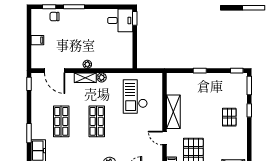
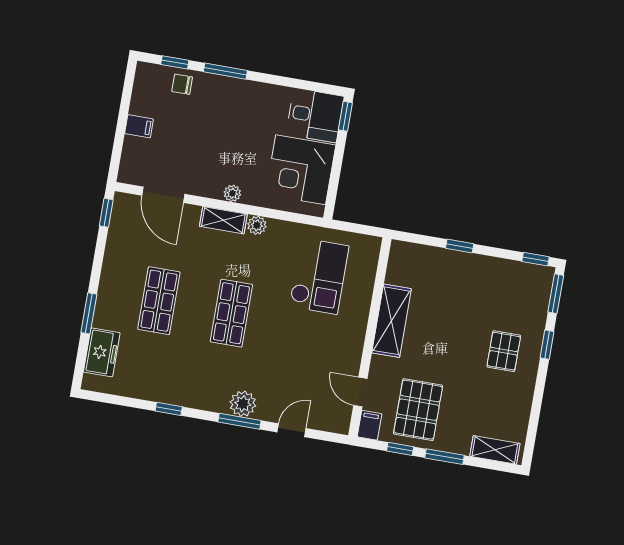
corner desk: (118, 48) -> (301, 170), added
checkout: (135, 97) -> (319, 276), turned 180
door: (164, 138) -> (360, 392), moved

